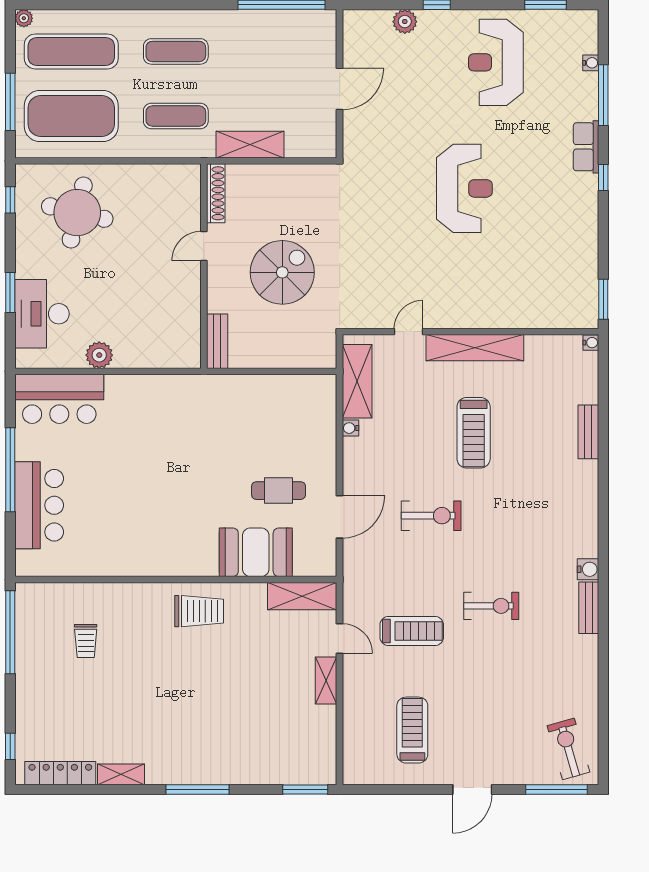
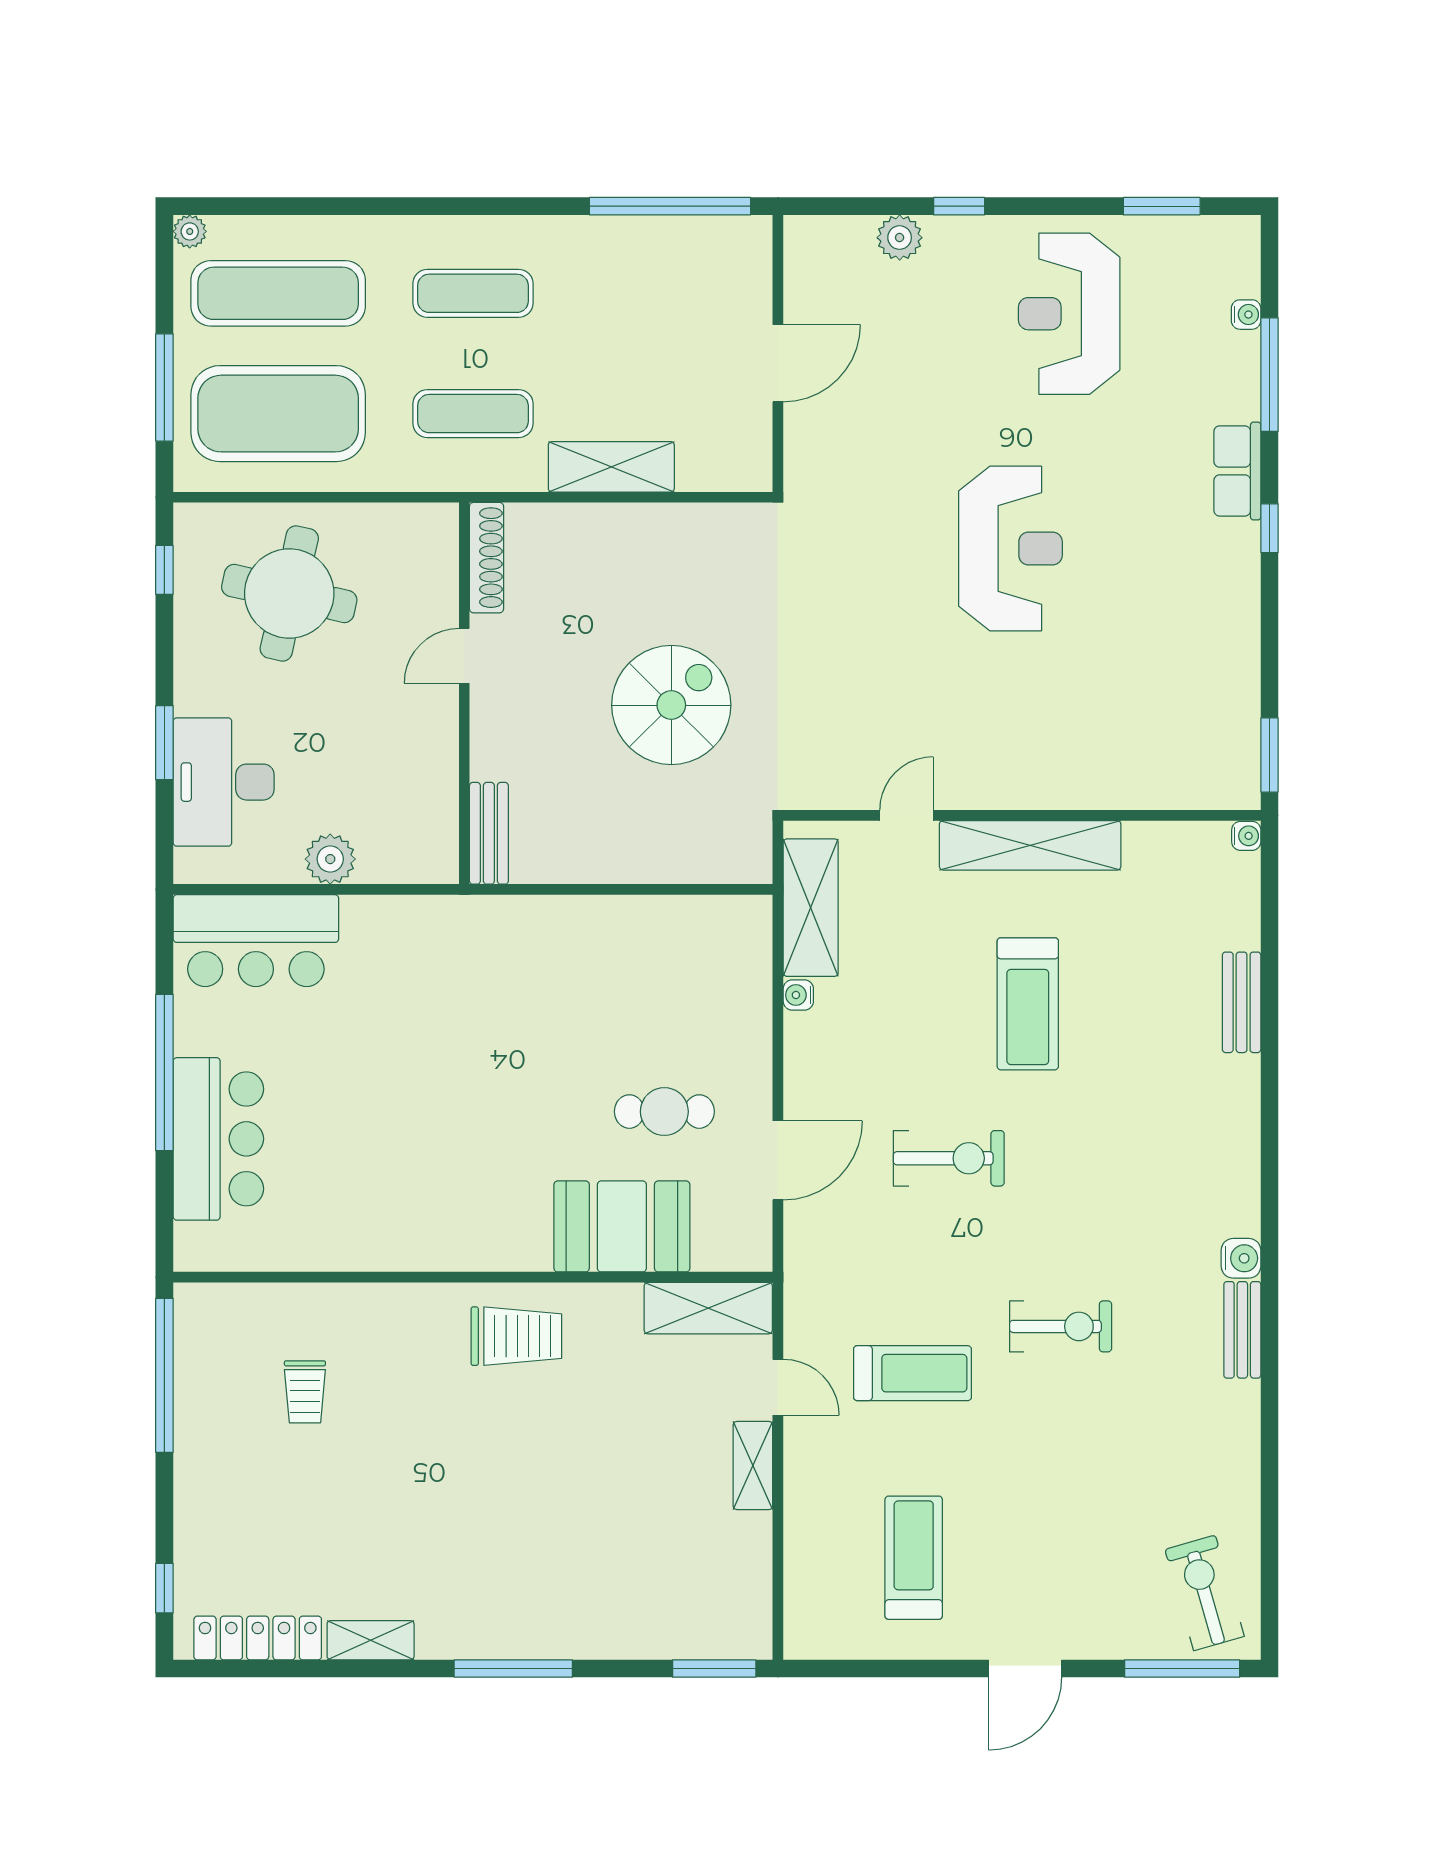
shoe rack: (216, 193) -> (486, 558), moved
door: (204, 246) -> (464, 656), moved
wall: (204, 266) -> (464, 693), moved
bench: (217, 341) -> (489, 833), moved

